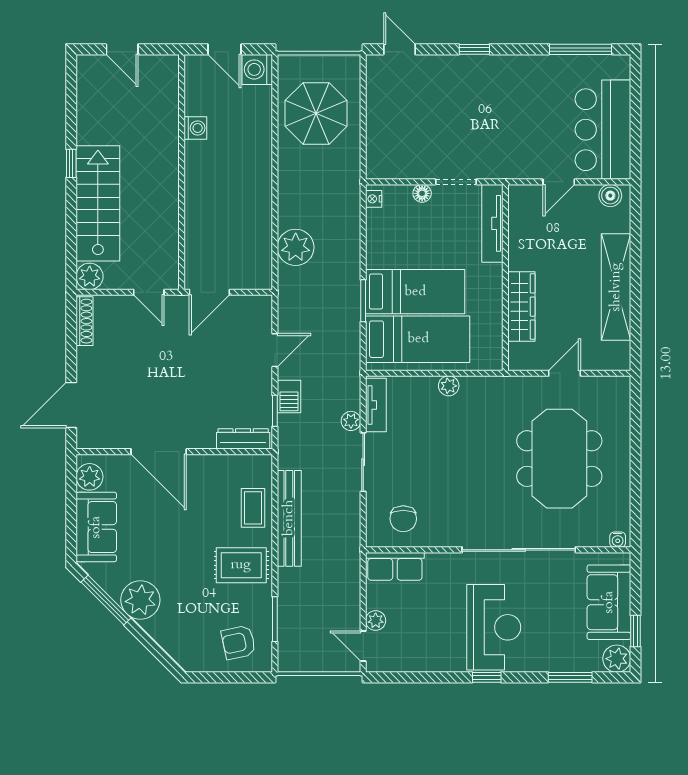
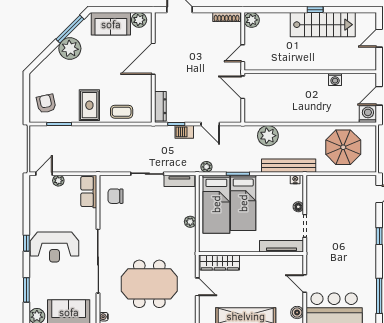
stairs: (98, 203) -> (323, 25), moved
wardrobe: (521, 307) -> (220, 263), moved
plant: (351, 421) -> (206, 167), moved
bench: (289, 518) -> (289, 166), moved

